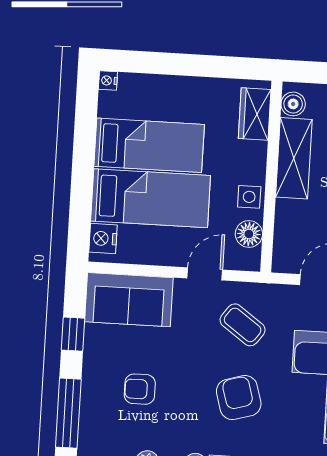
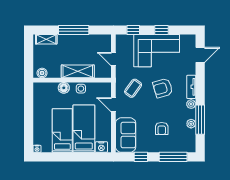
wardrobe: (255, 114) -> (47, 88), removed
shelving: (294, 158) -> (78, 71), moved
floor lamp: (249, 234) -> (64, 88), moved

